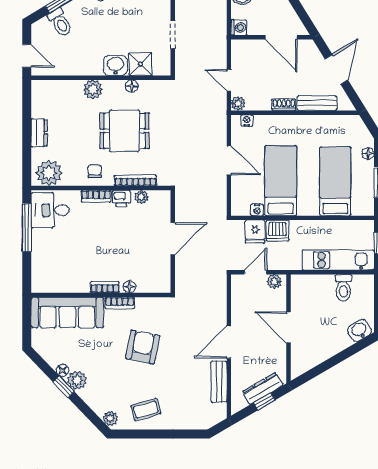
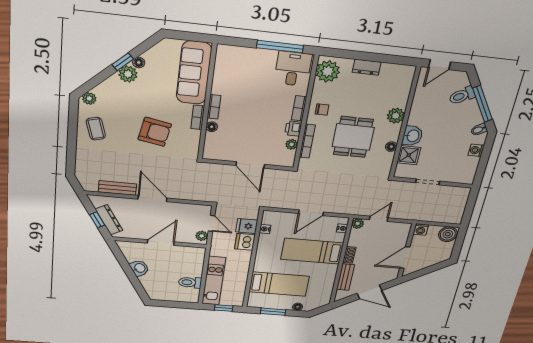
bed: (281, 181) -> (312, 251), moved, turned 180
washbasin: (359, 330) -> (139, 268), moved

